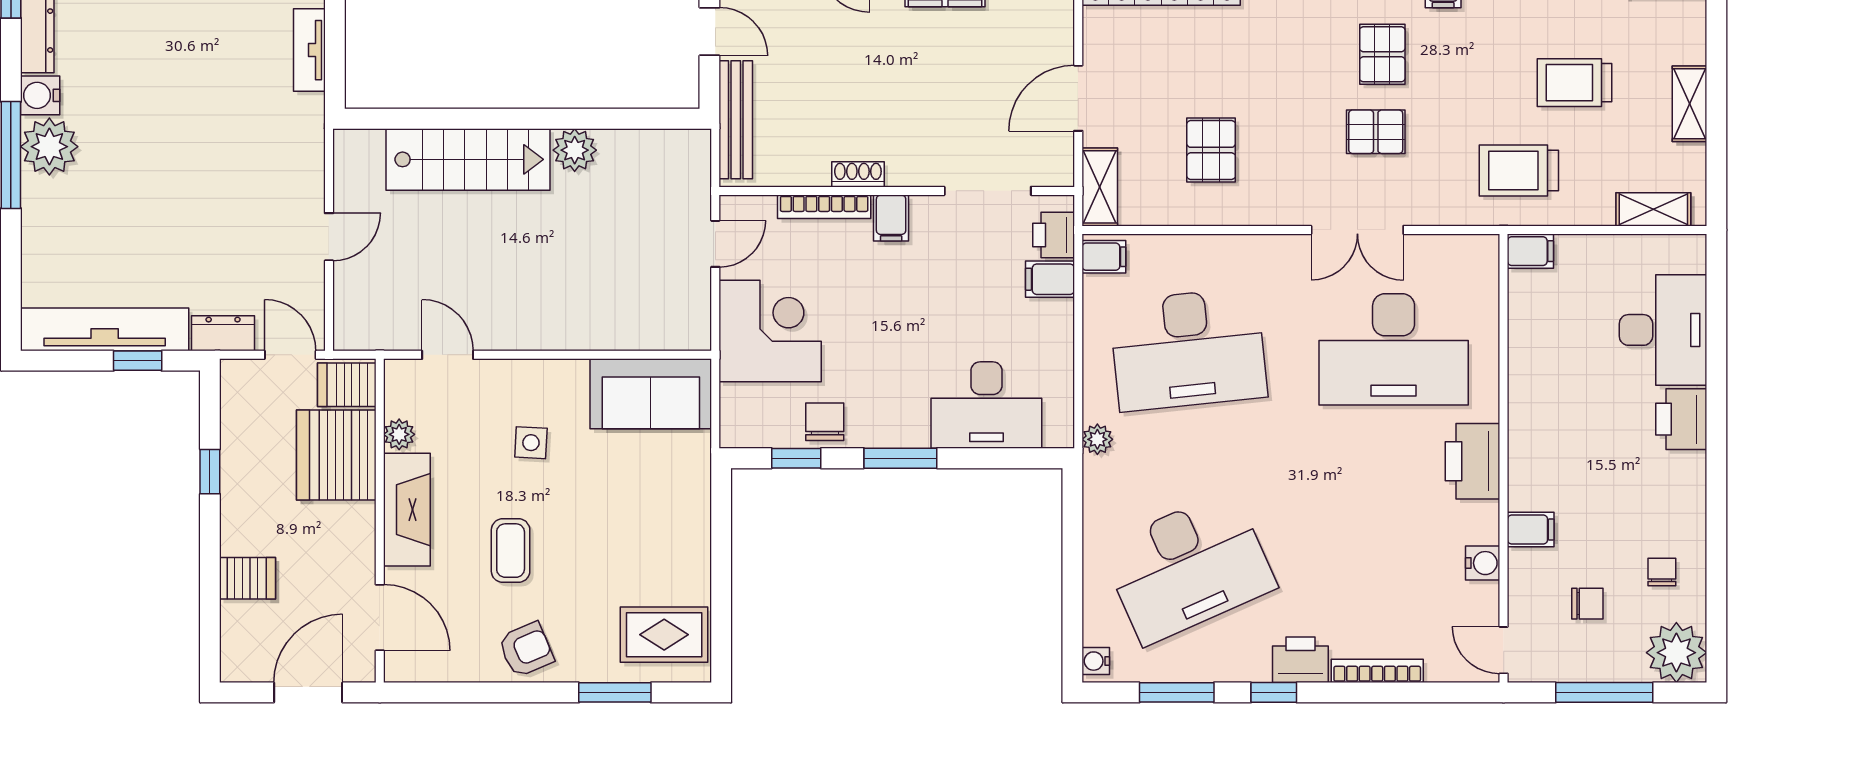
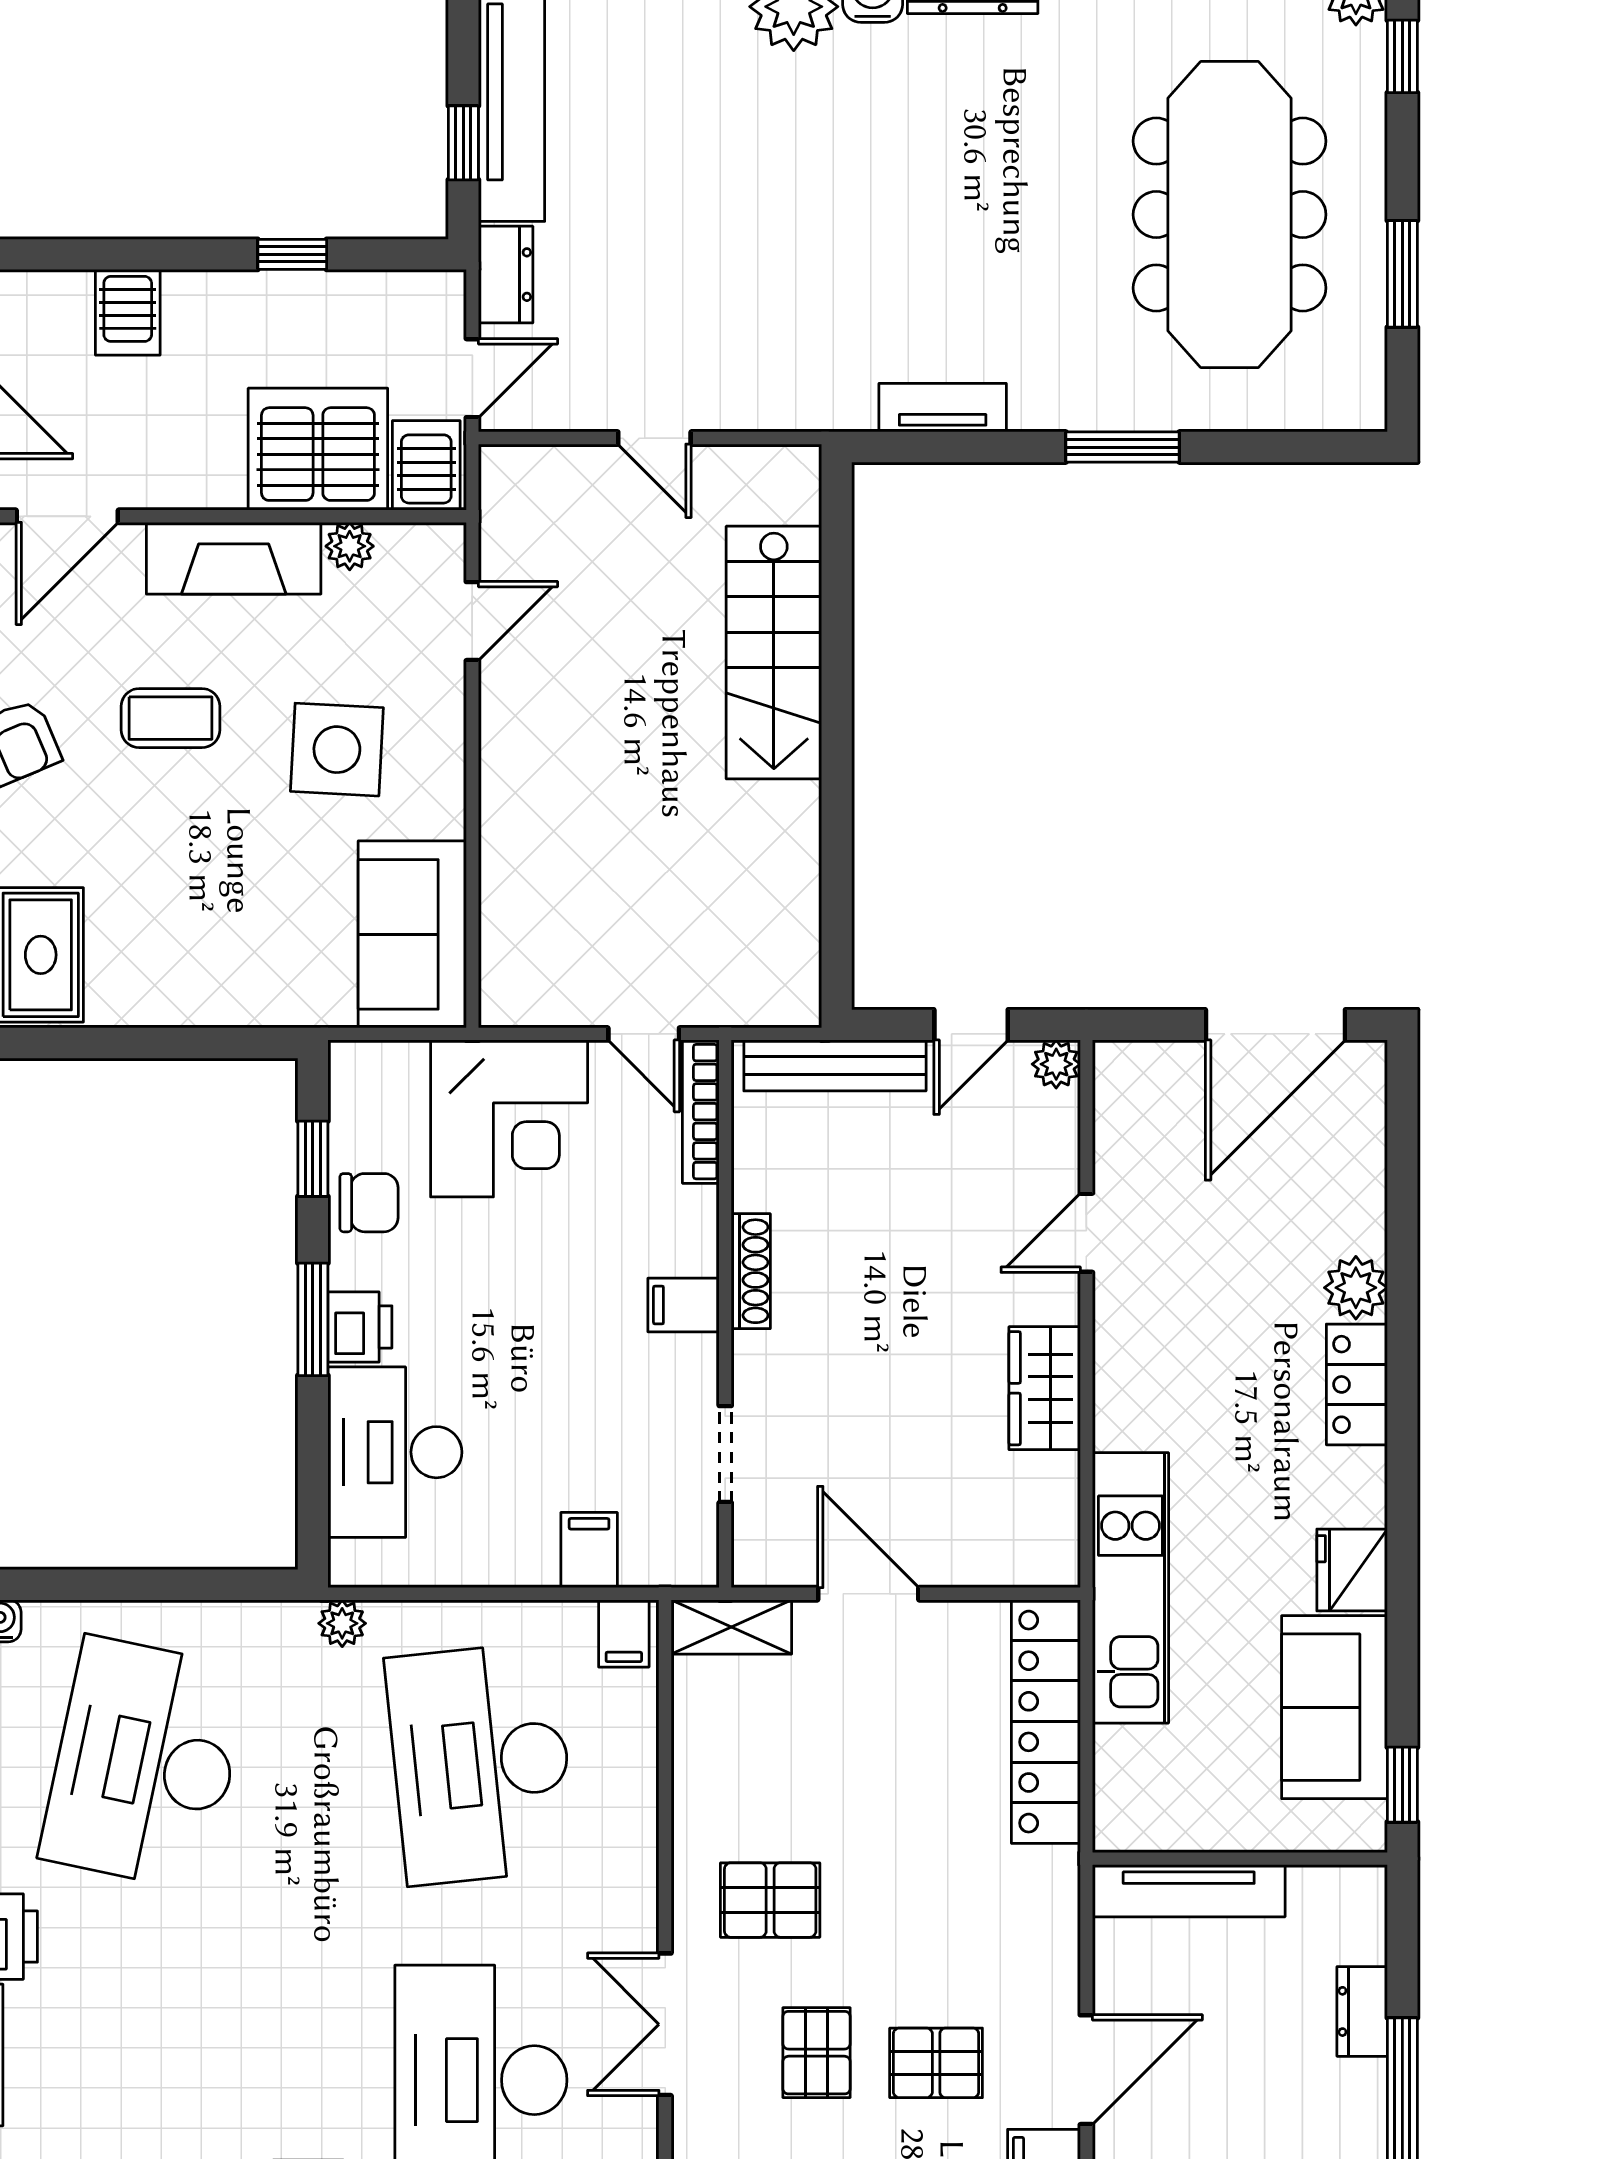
plant: (575, 150) -> (788, 817), removed
pallet: (1211, 150) -> (770, 1900), moved
shoe rack: (858, 174) -> (751, 1271), width x1.43
doorway: (988, 191) -> (725, 1454), width x0.73
bookcase: (824, 207) -> (701, 1112), moved
printer: (1054, 235) -> (360, 1327), moved, turned 90
side table: (531, 443) -> (337, 750), width x1.87, depth x1.87
desk: (1188, 567) -> (145, 1763), turned 36

